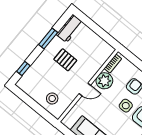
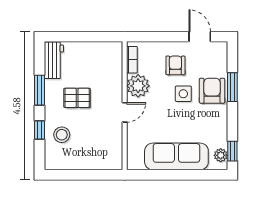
window: (23, 68) -> (39, 130), moved
stool: (52, 99) -> (62, 135), moved

